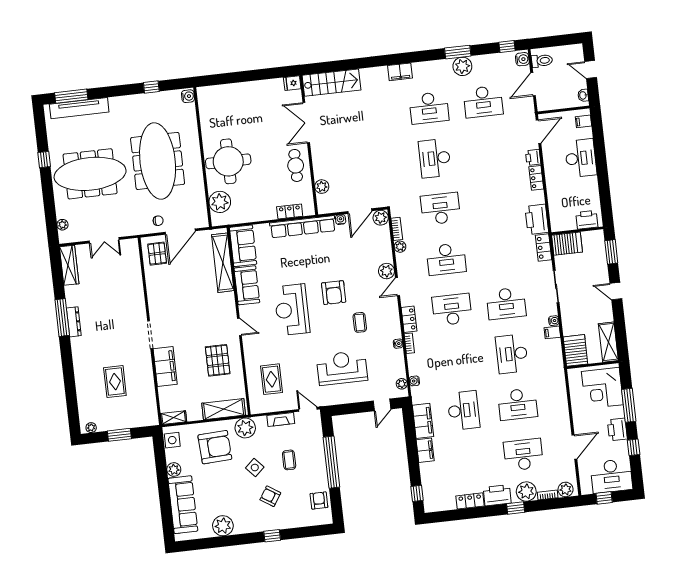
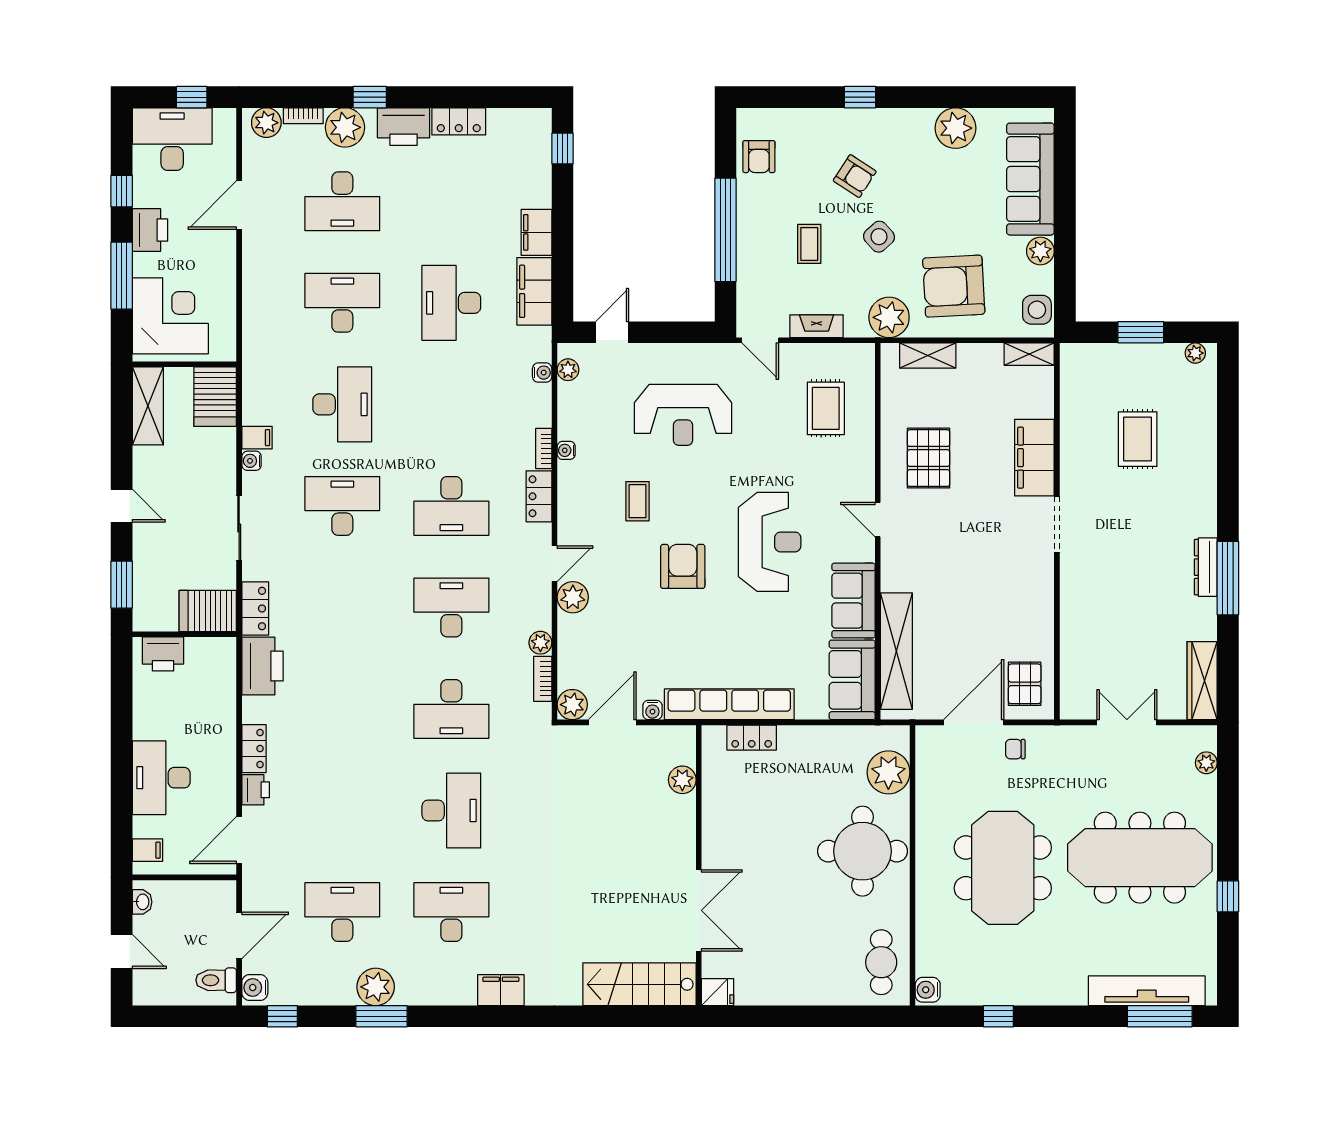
meeting table: (158, 161) -> (1003, 868), width x0.73
cafe table: (296, 165) -> (881, 962), moved
shelving: (224, 409) -> (928, 356), width x0.67, depth x0.75

